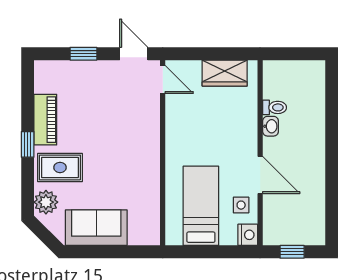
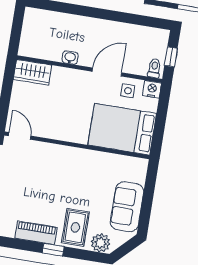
wardrobe: (225, 73) -> (33, 72), moved, turned 90
door: (163, 79) -> (20, 136), hinge flipped
toilet: (275, 107) -> (154, 68), moved
bed: (201, 206) -> (122, 129), width x1.50

